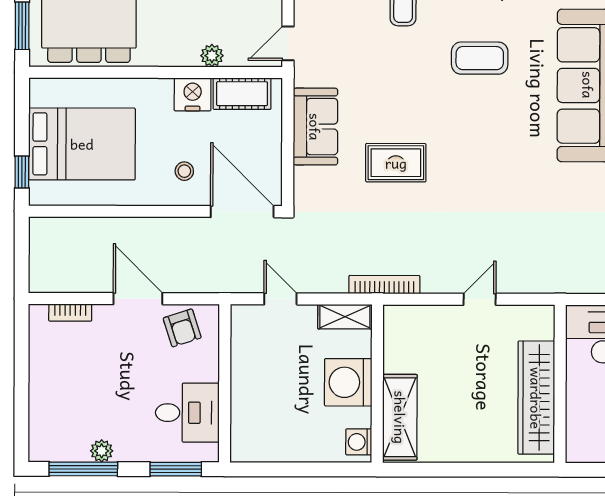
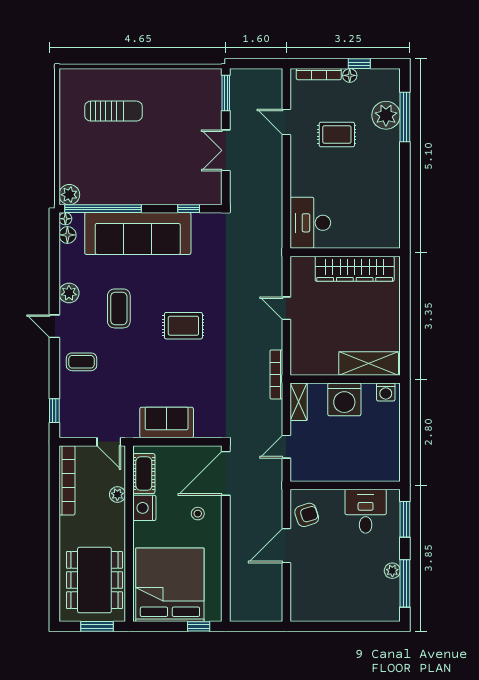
bed: (82, 144) -> (170, 585), width x1.36
rug: (396, 163) -> (183, 326), moved, turned 90
bookcase: (70, 313) -> (296, 593), removed

